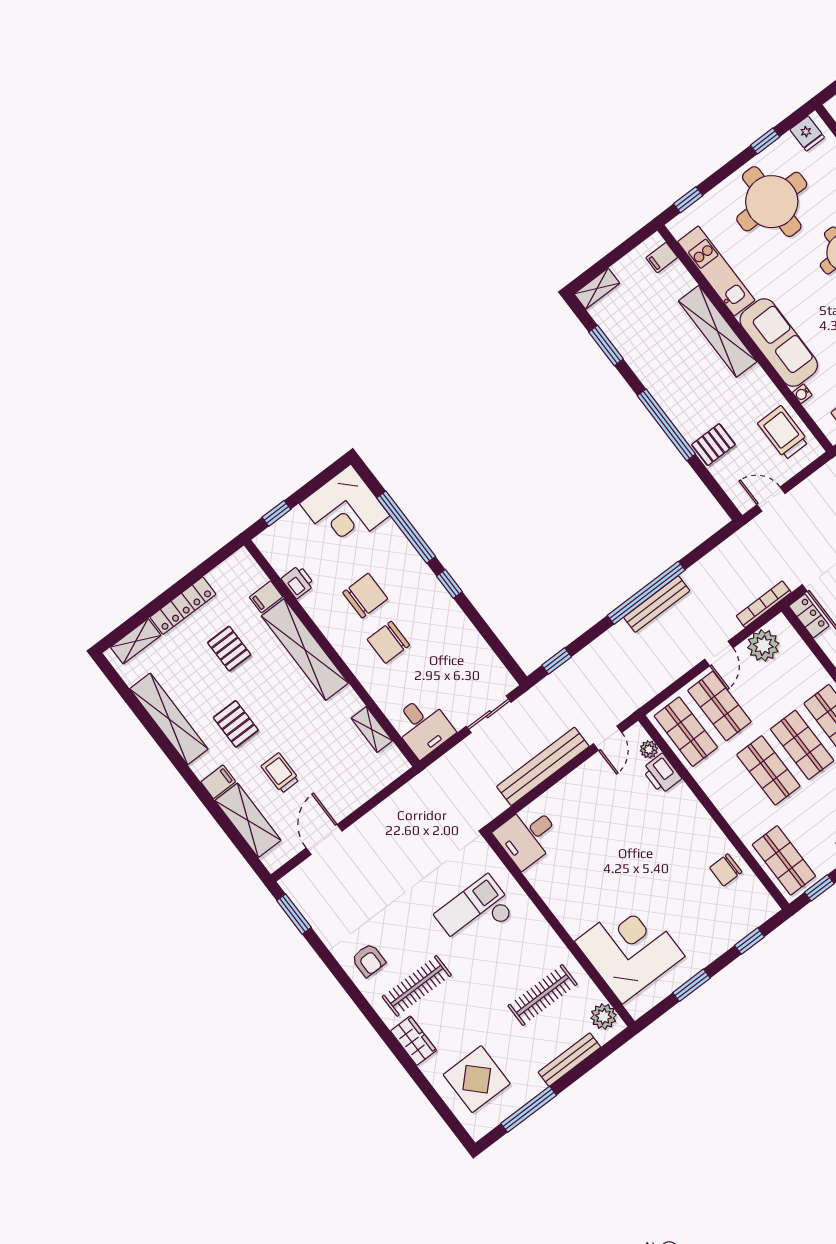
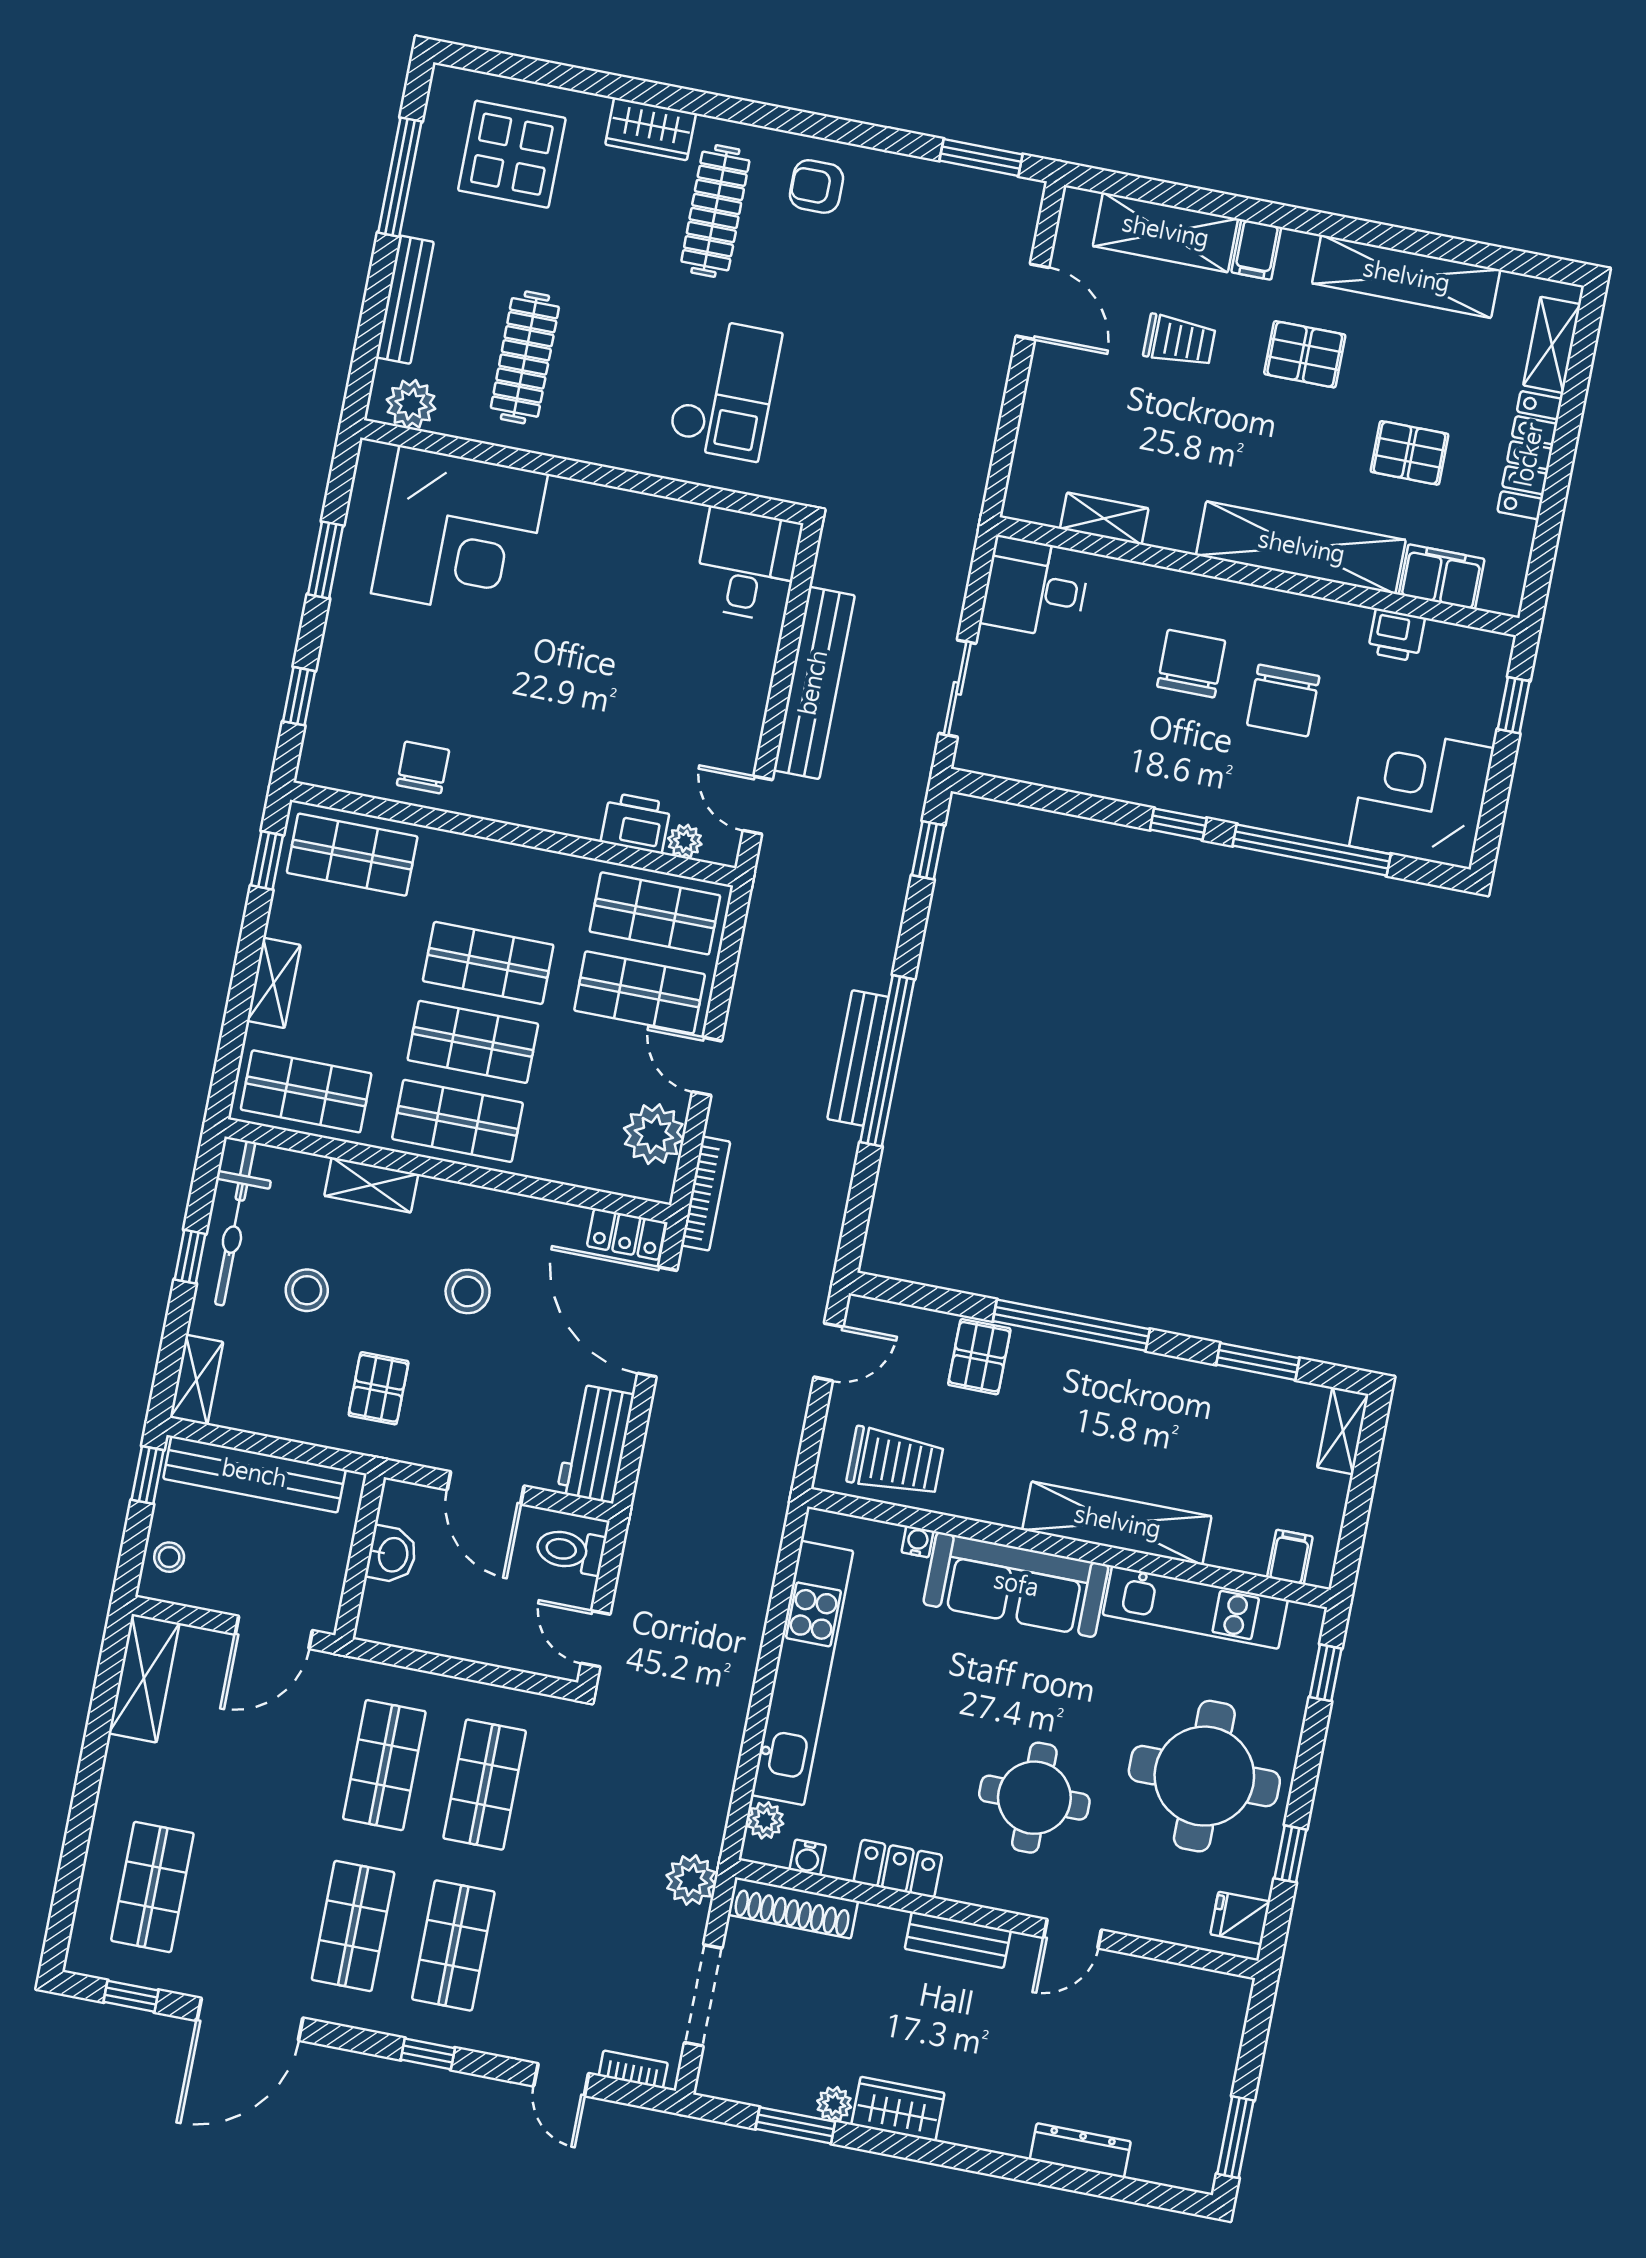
filing cabinet: (266, 597) -> (1442, 577), width x2.00

